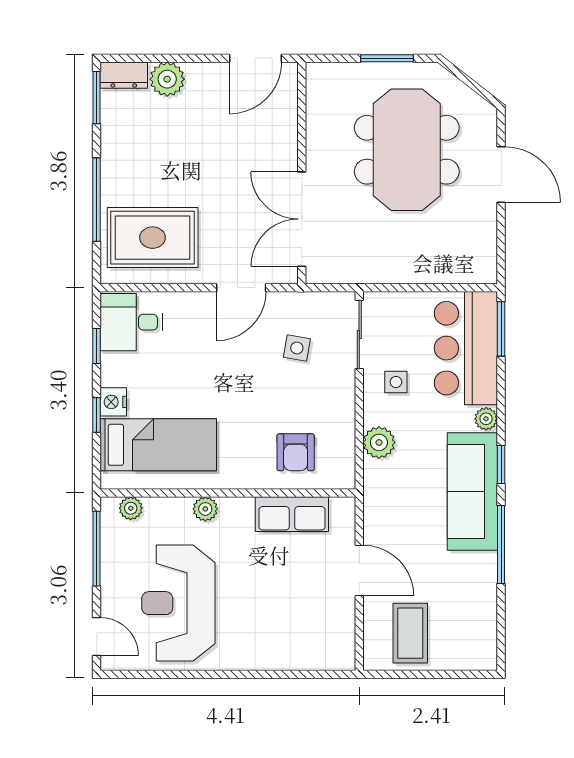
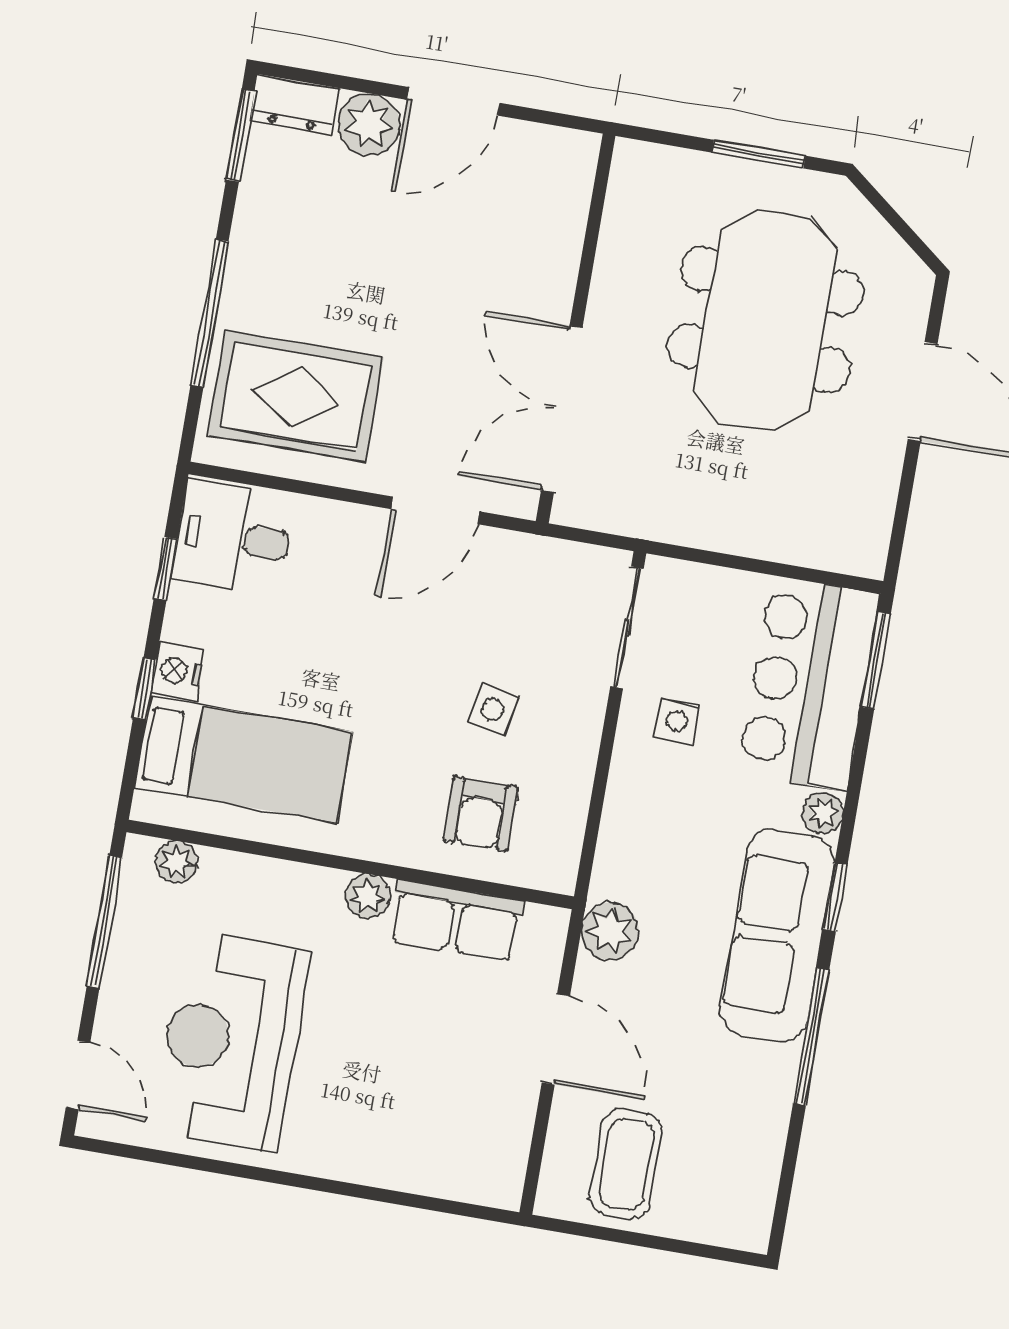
door: (255, 58) -> (453, 101), moved
side table: (297, 348) -> (493, 710), moved
plant: (379, 442) -> (610, 931), moved
plant: (205, 509) -> (368, 896), moved

